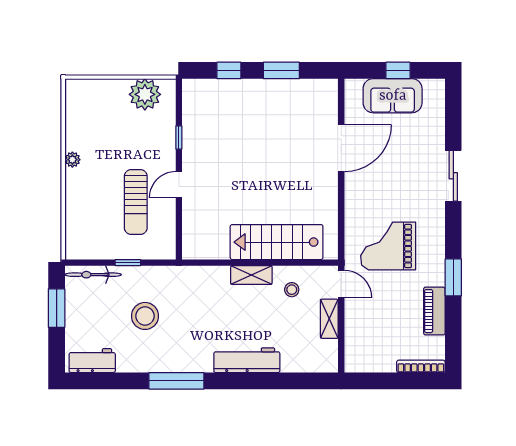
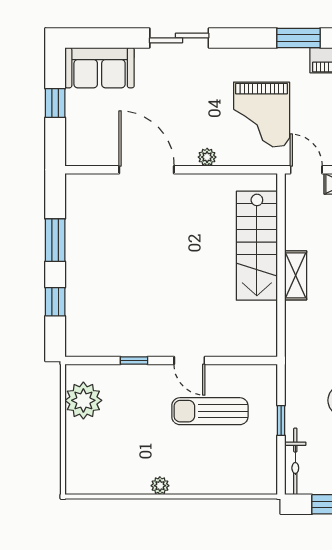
sofa: (393, 96) -> (100, 68), moved, turned 90
plant: (352, 200) -> (207, 157), added
sun lounger: (136, 202) -> (210, 411), turned 180
door: (341, 284) -> (306, 170), hinge flipped
stool: (292, 290) -> (313, 228), removed

